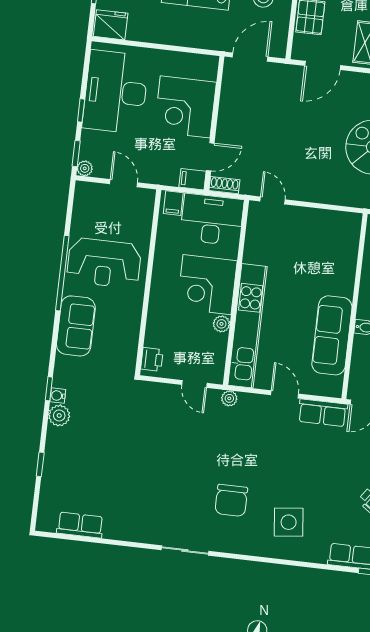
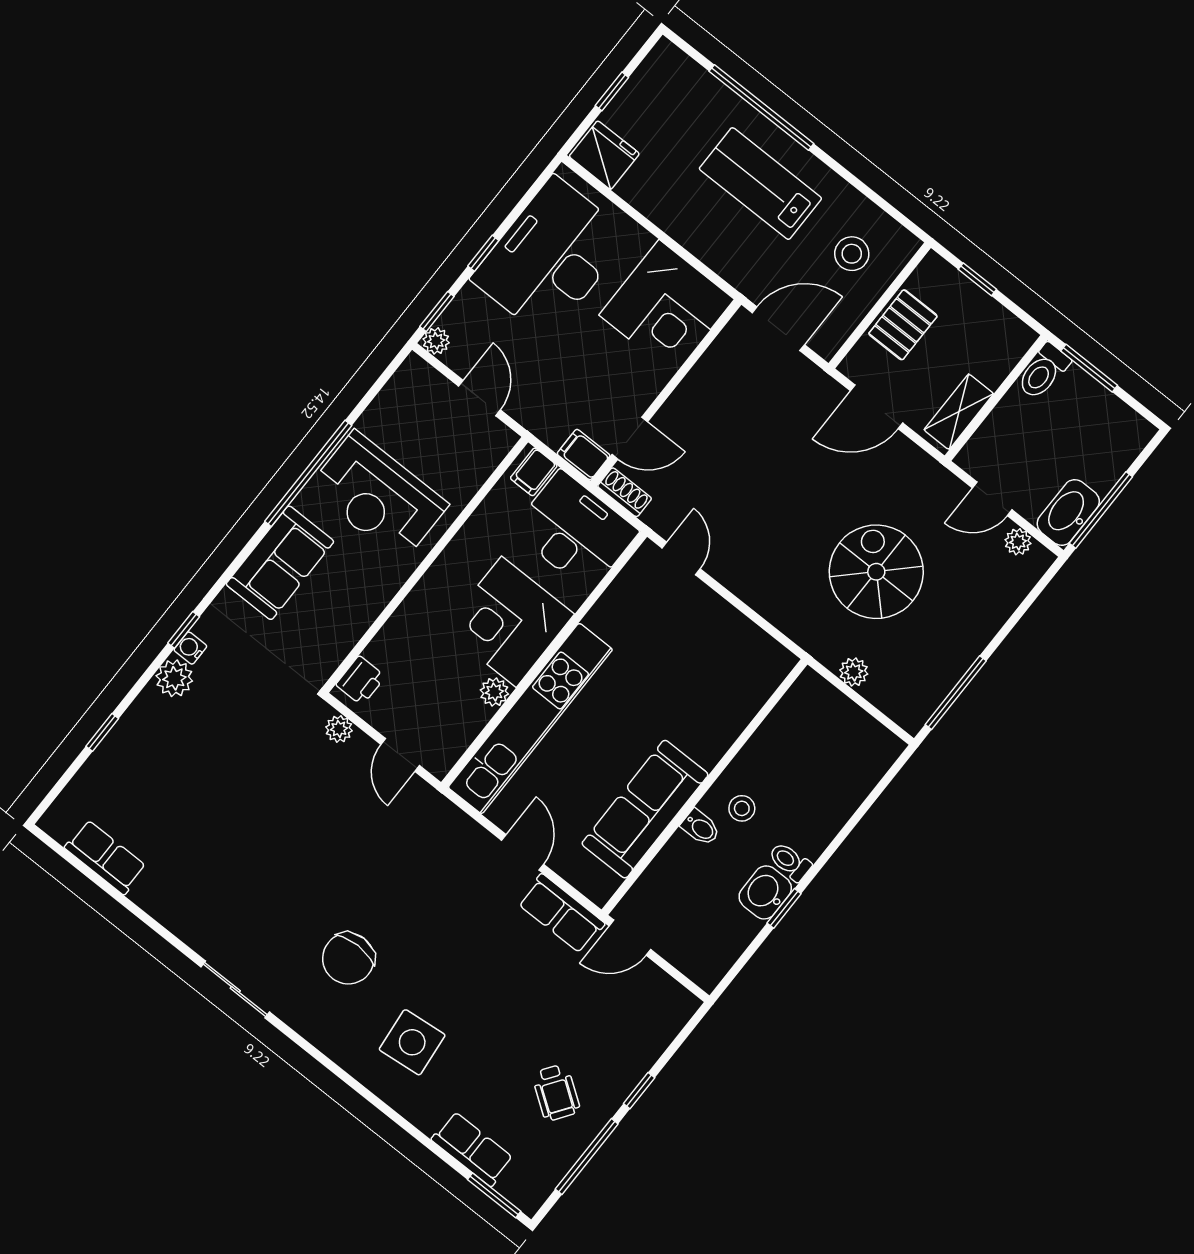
corner desk: (185, 107) -> (667, 307), moved, turned -90
plant: (229, 398) -> (339, 729), moved

